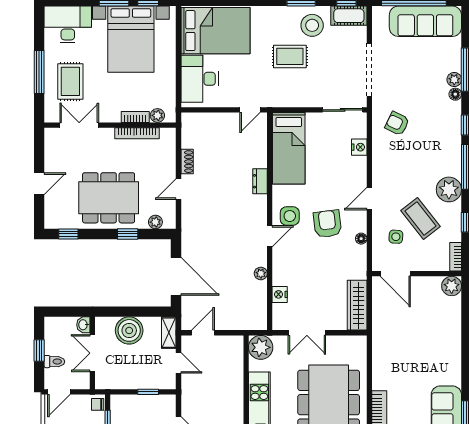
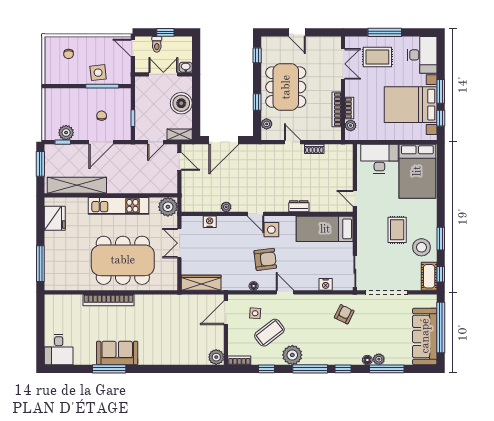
chair: (98, 404) -> (123, 78), removed

